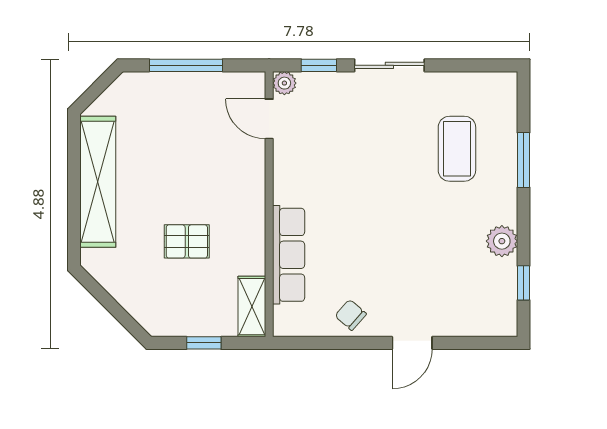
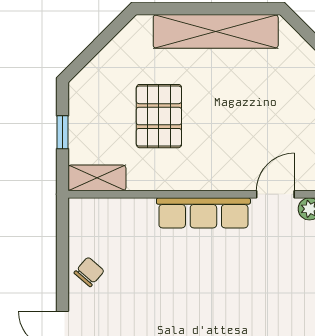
pallet: (187, 241) -> (159, 116), width x1.50, depth x1.42
row of seats: (289, 255) -> (203, 213), moved

